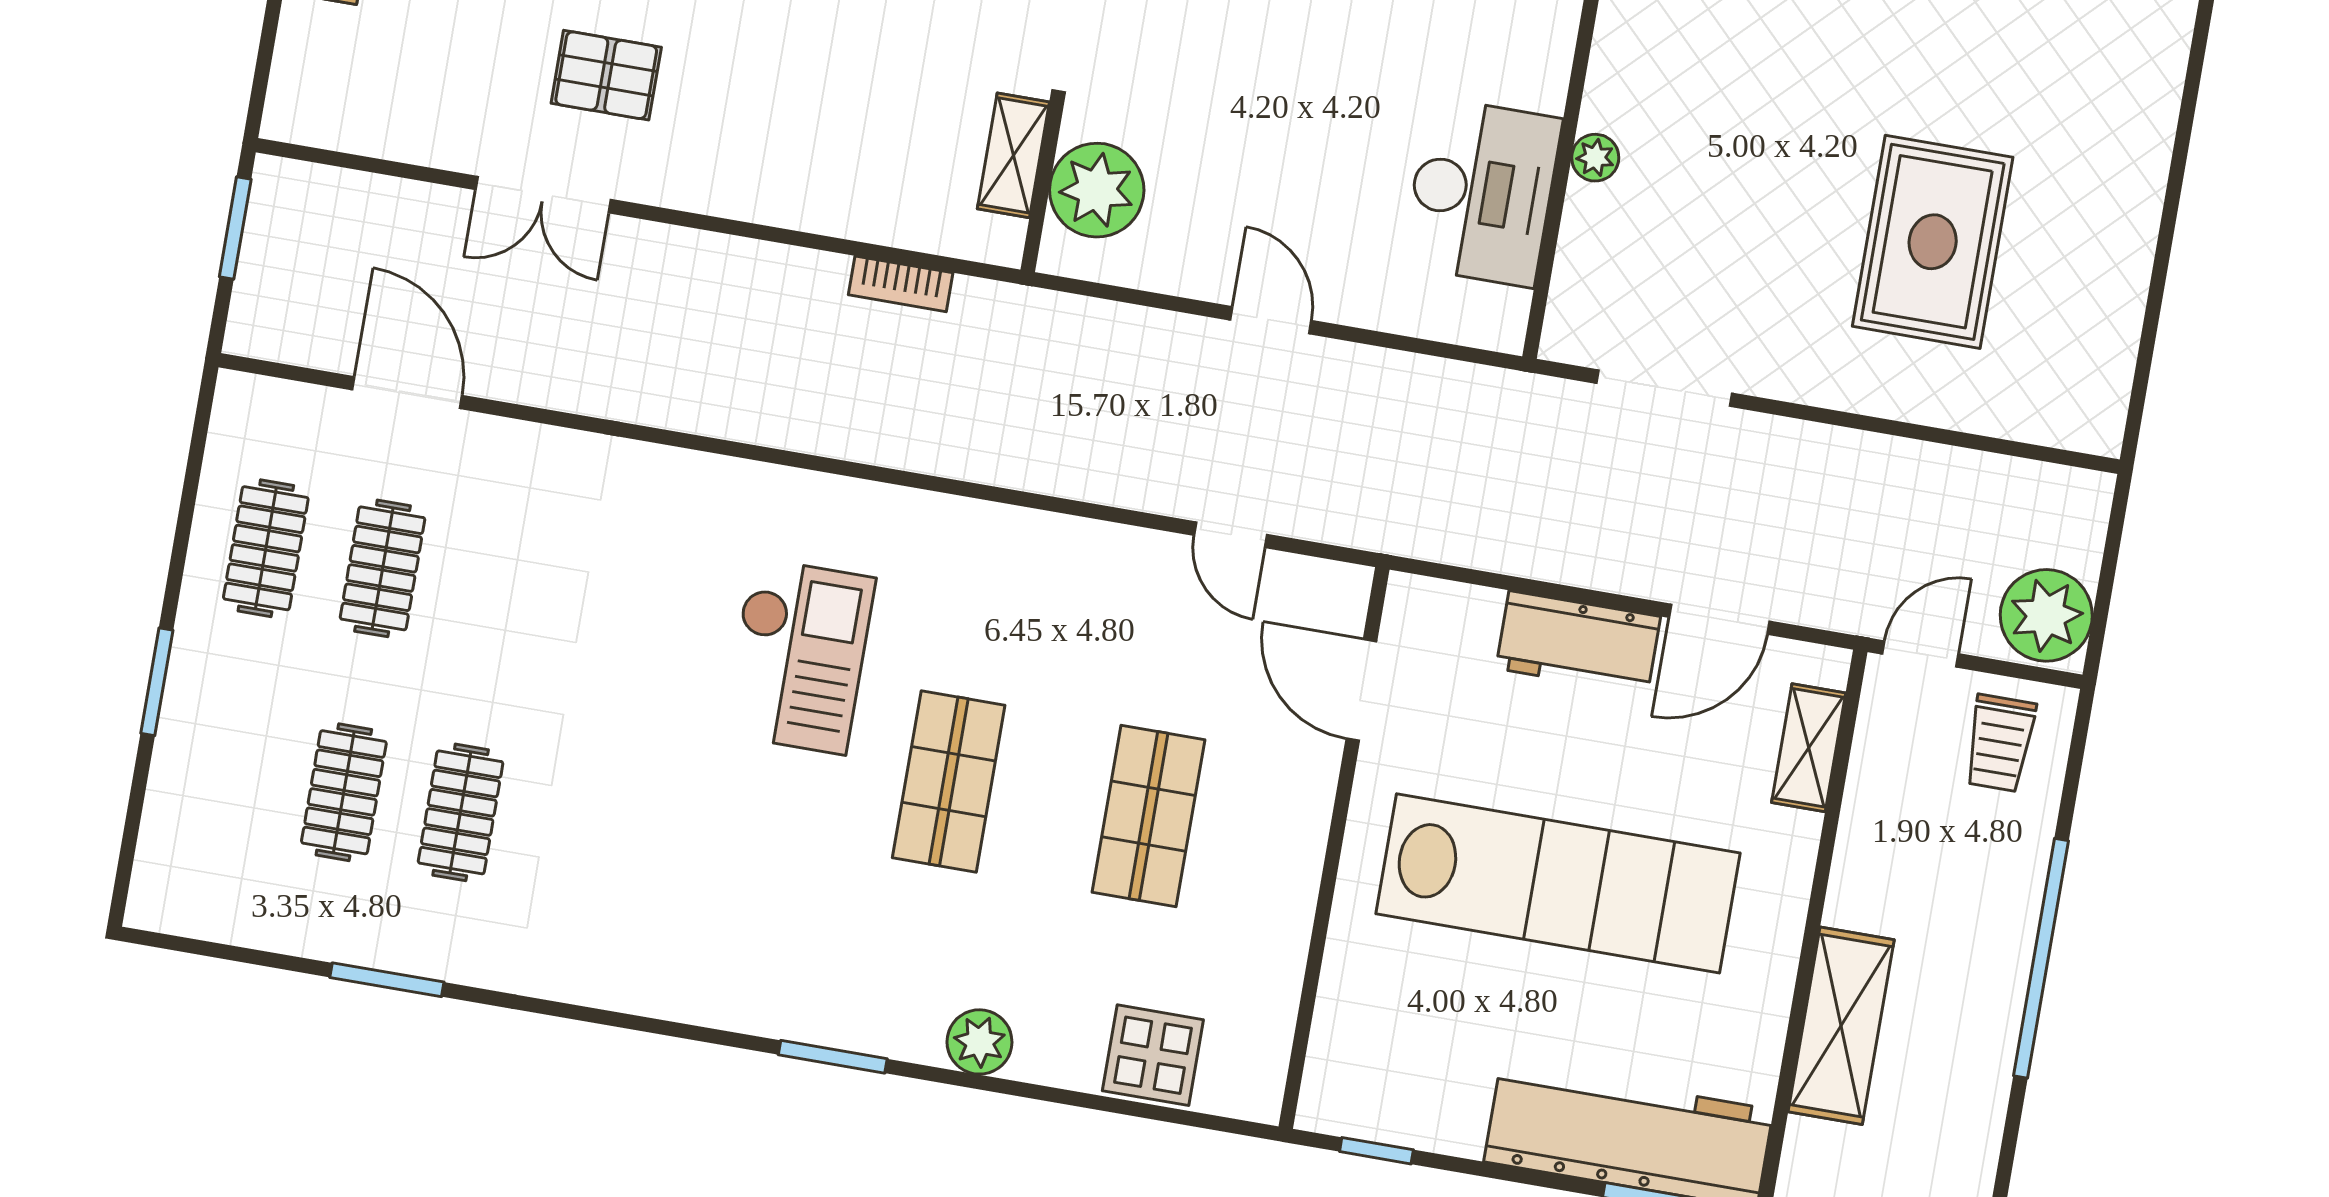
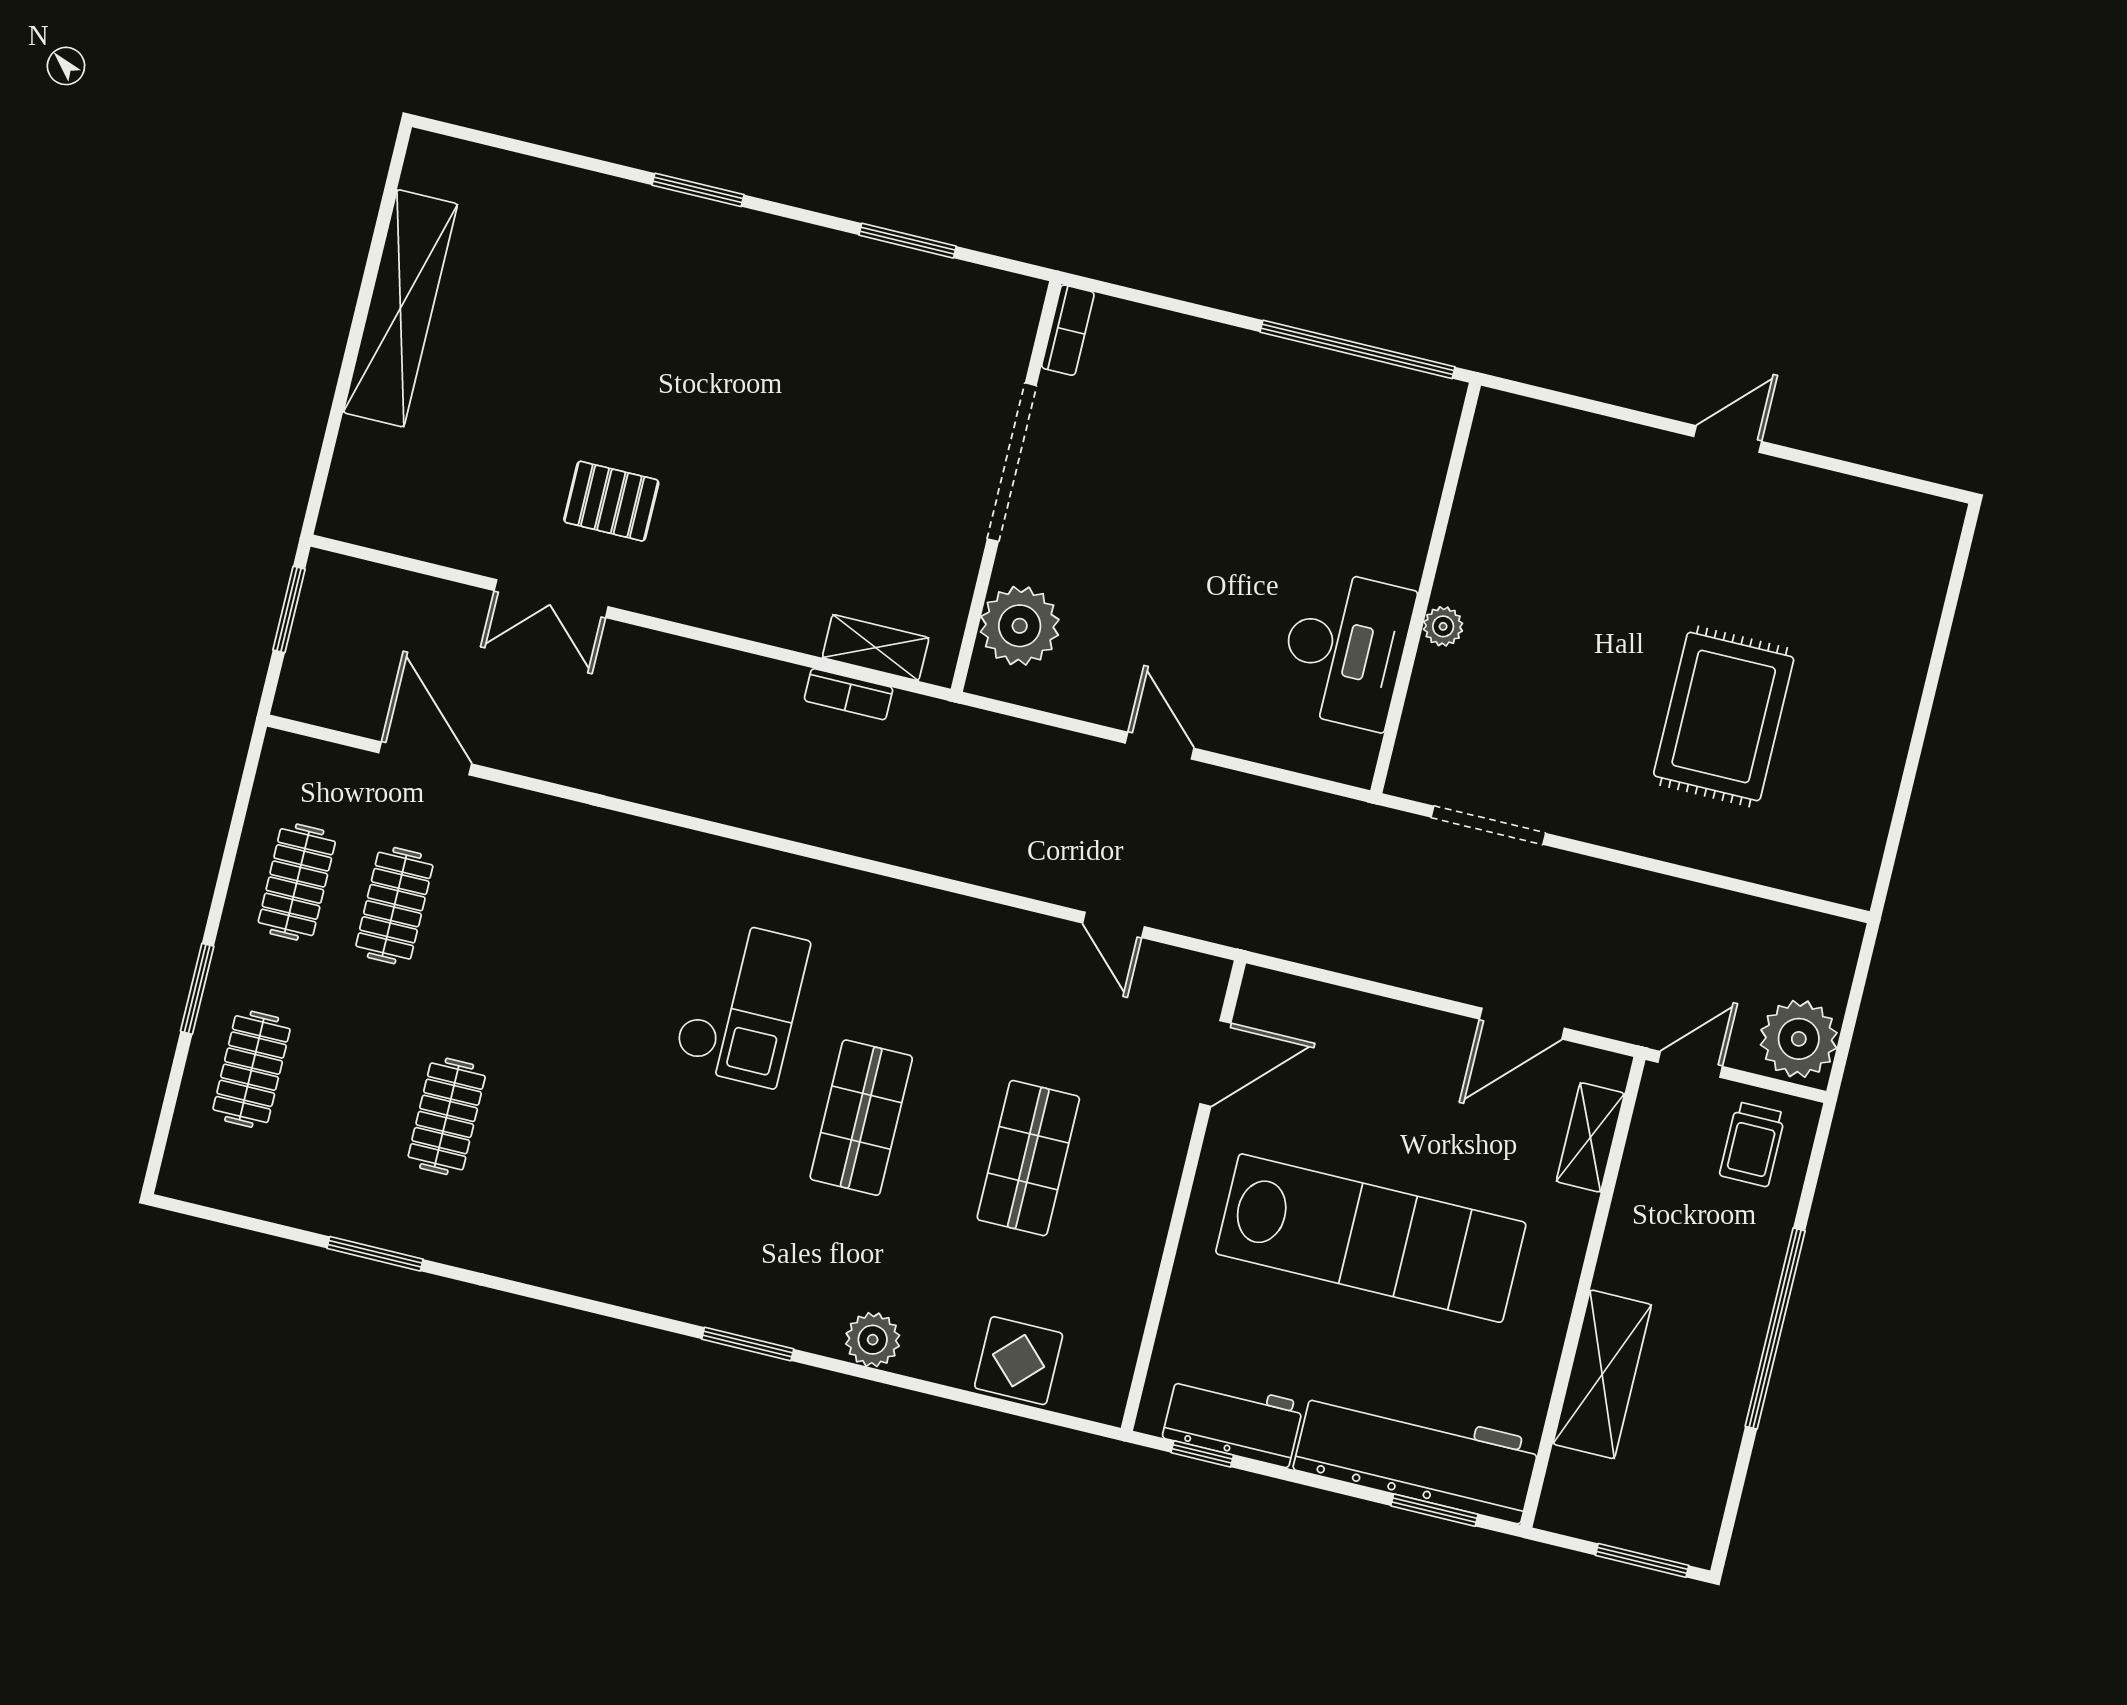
shelving: (1013, 155) -> (876, 648), moved, turned 90
workbench: (1578, 643) -> (1233, 1420), moved, turned 180
door: (1361, 690) -> (1215, 1063), swing flipped
clothes rail: (344, 792) -> (252, 1069), moved

